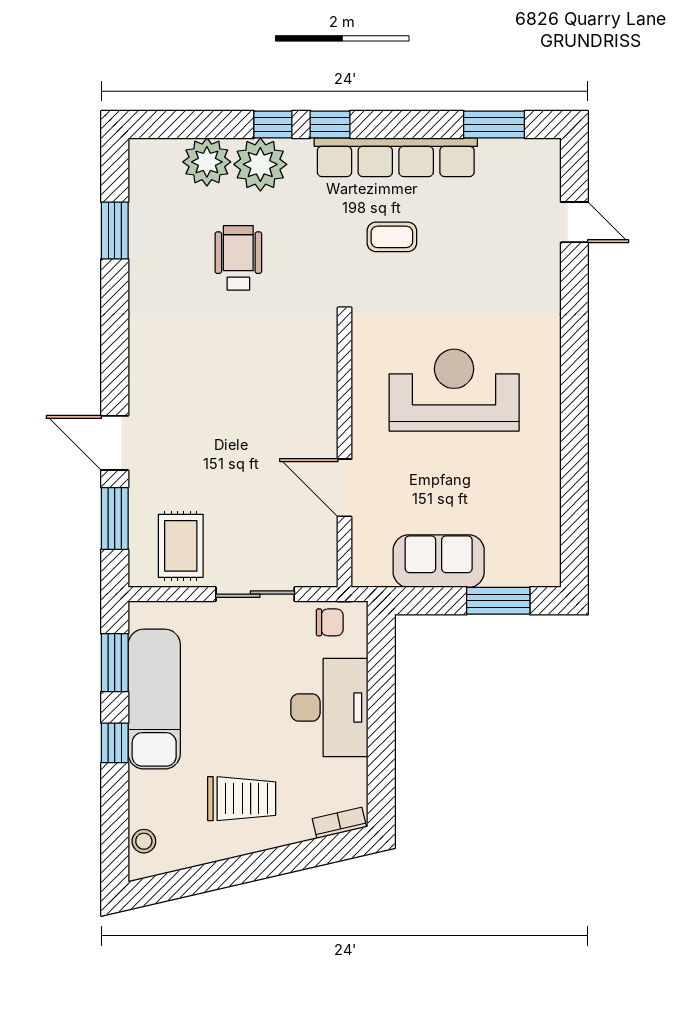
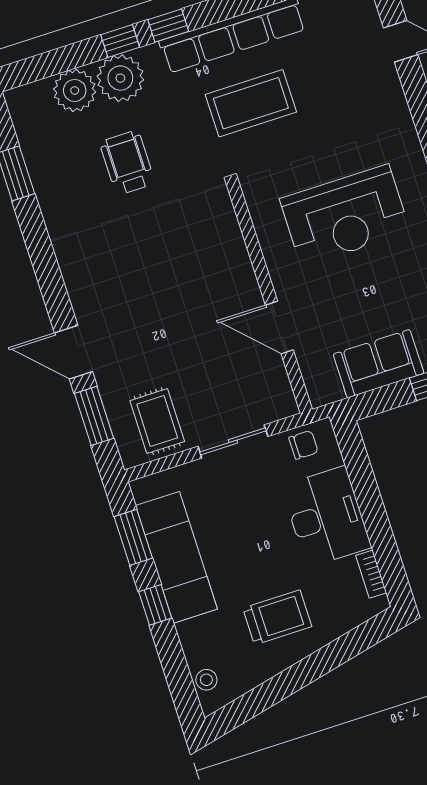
coffee table: (392, 237) -> (251, 103), width x1.86, depth x1.72
reception desk: (454, 390) -> (345, 215), turned 180
bookcase: (339, 823) -> (371, 574), moved, turned -77

